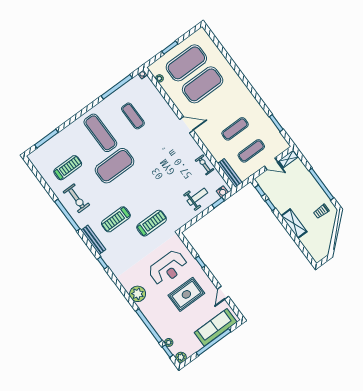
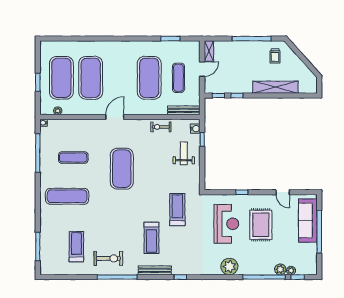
exercise mat: (235, 129) -> (149, 78), width x2.00, depth x1.45
exercise mat: (115, 166) -> (122, 169), moved
shelving: (294, 224) -> (275, 87), width x1.47
plant: (181, 357) -> (280, 269), moved

